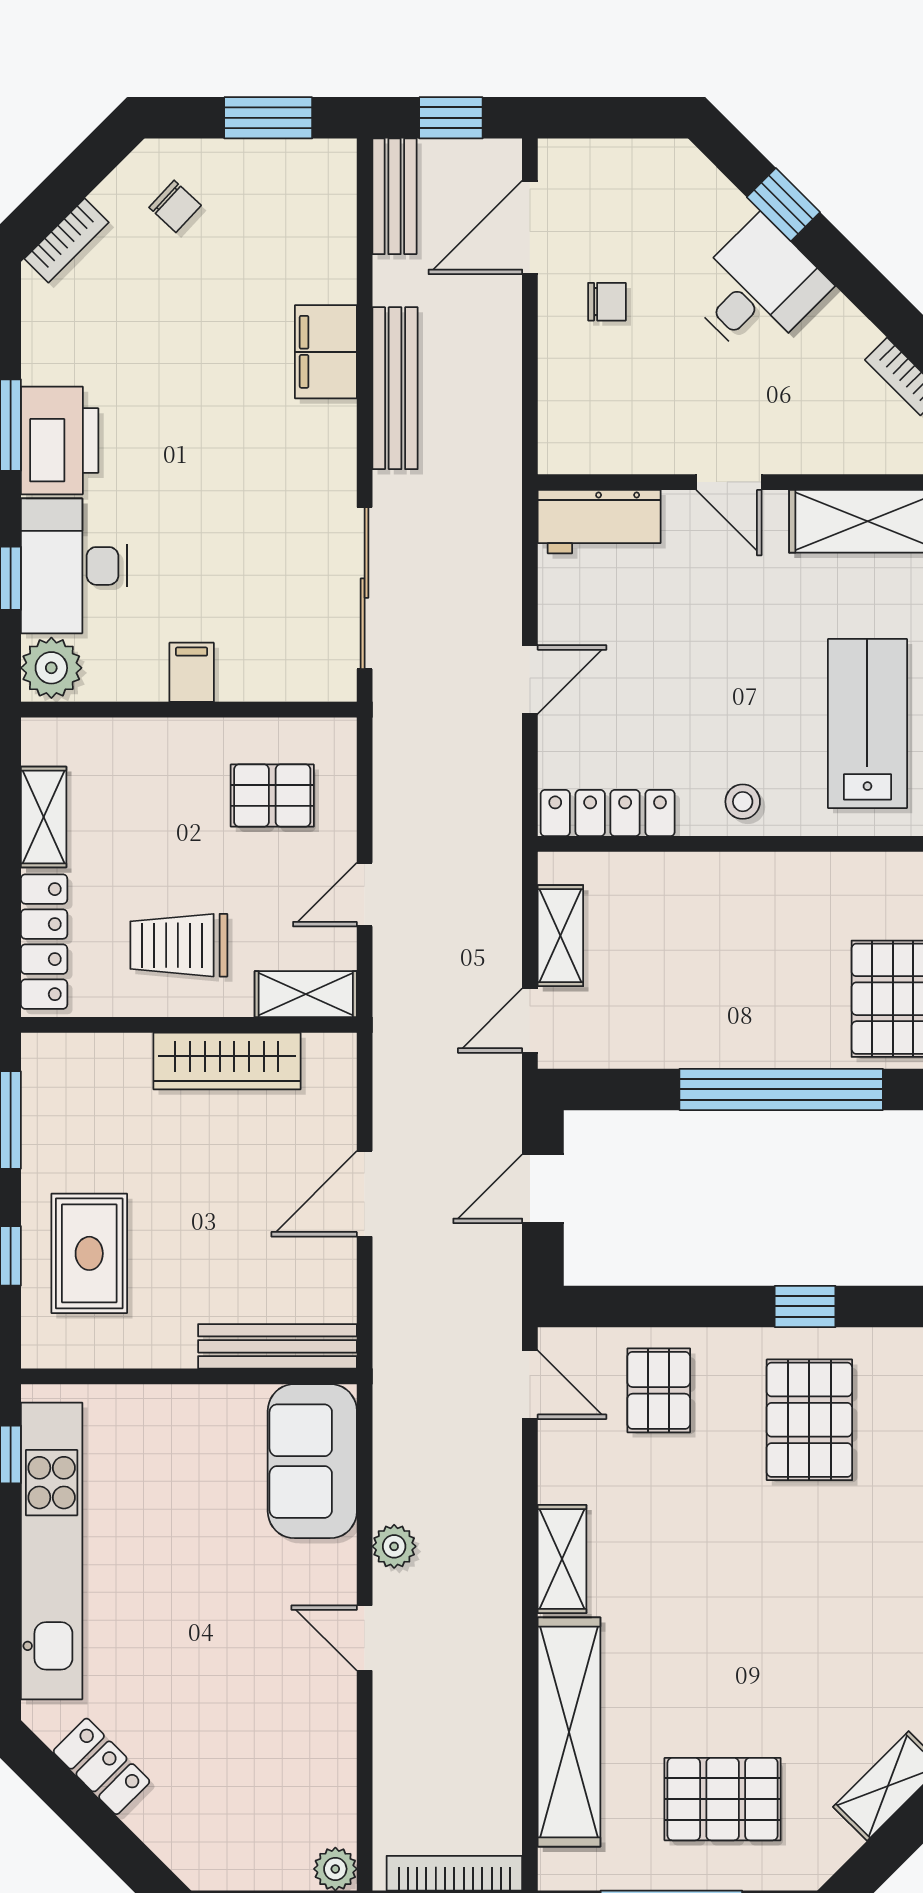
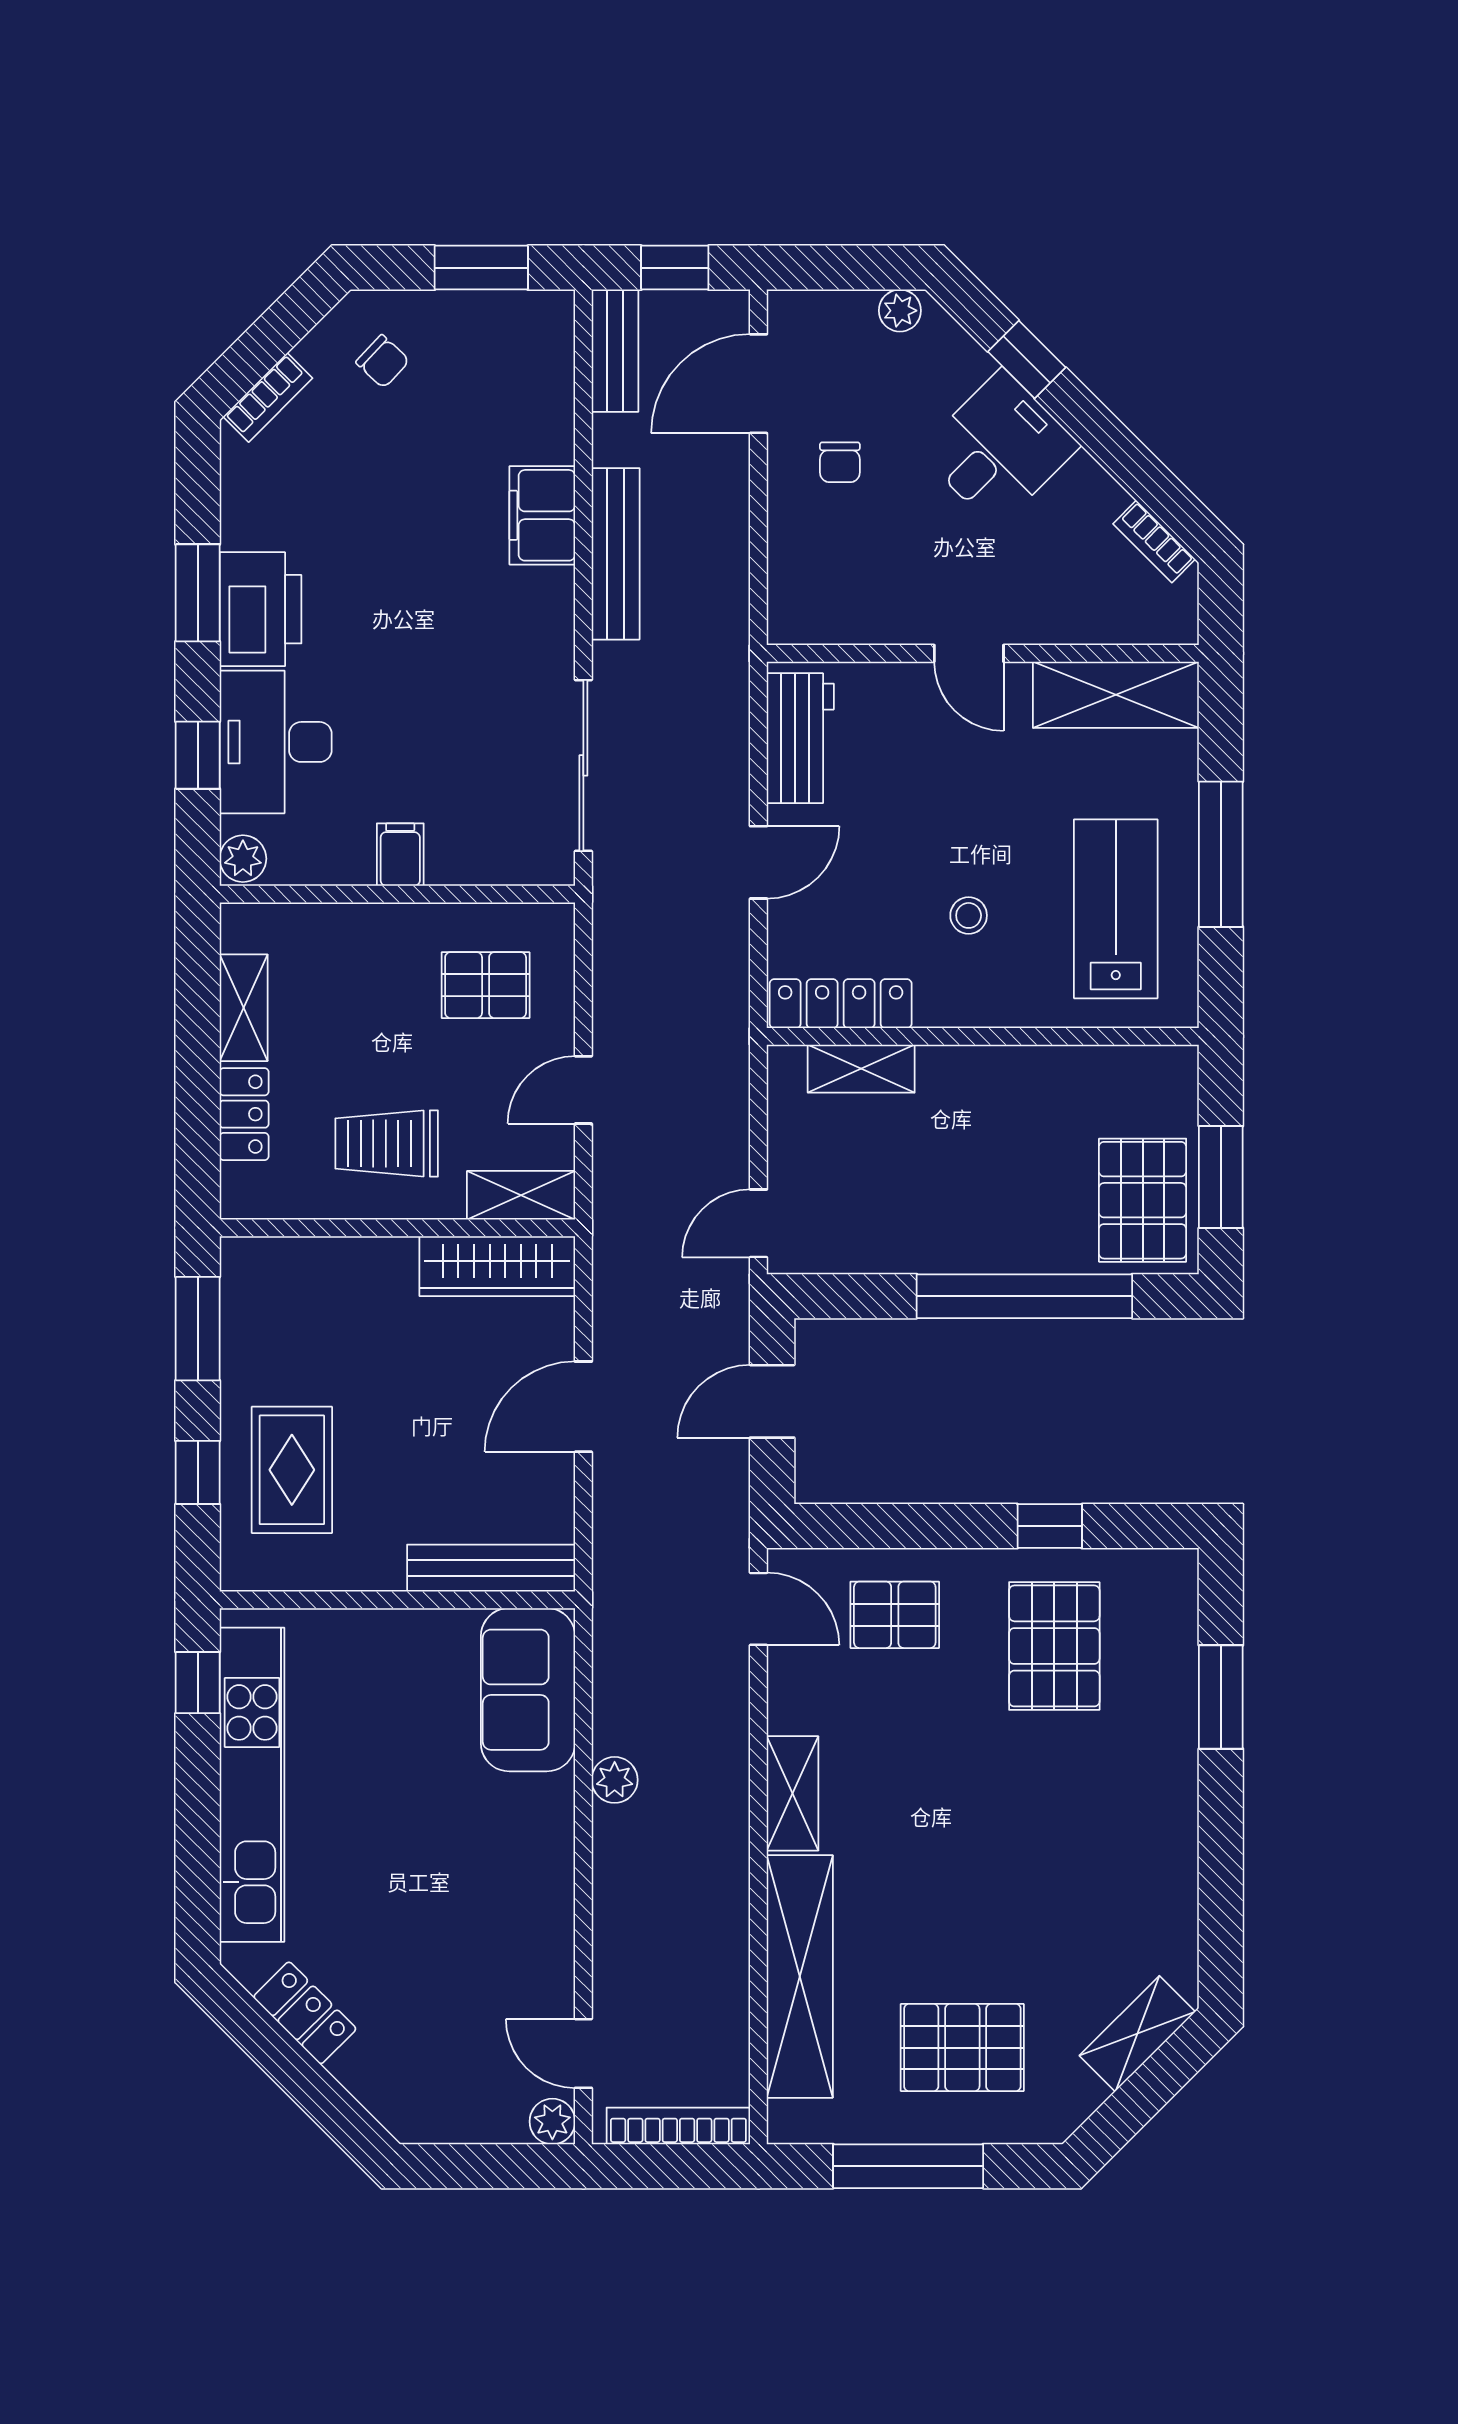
plant: (664, 158) -> (900, 311), added
chair: (607, 302) -> (840, 462), turned 90
workbench: (599, 522) -> (800, 738), moved, turned -90
plant: (51, 668) -> (243, 859), width x0.73, depth x0.73
stool: (743, 802) -> (969, 915), moved
shelving: (560, 936) -> (861, 1069), moved, turned 90
locker: (44, 942) -> (244, 1114), width x0.66
wardrobe: (227, 1061) -> (497, 1266), moved
pallet: (659, 1390) -> (895, 1615), turned 90
door: (365, 1638) -> (583, 2053), moved

